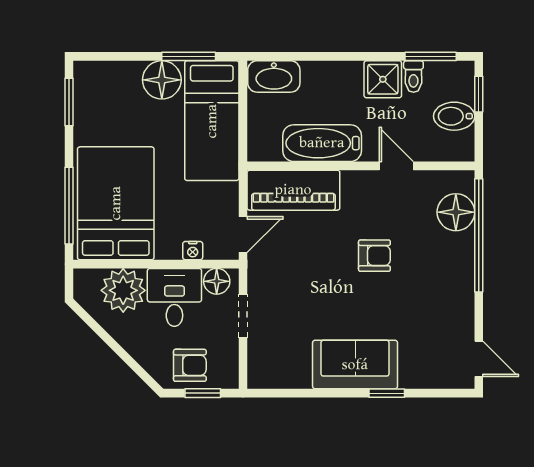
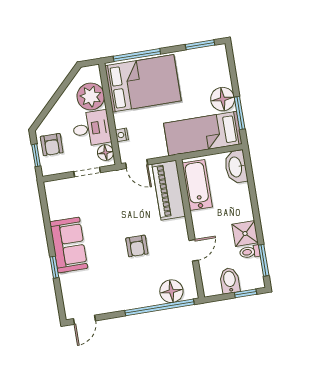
bathtub: (322, 143) -> (197, 185), moved

